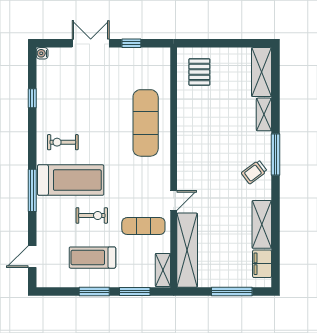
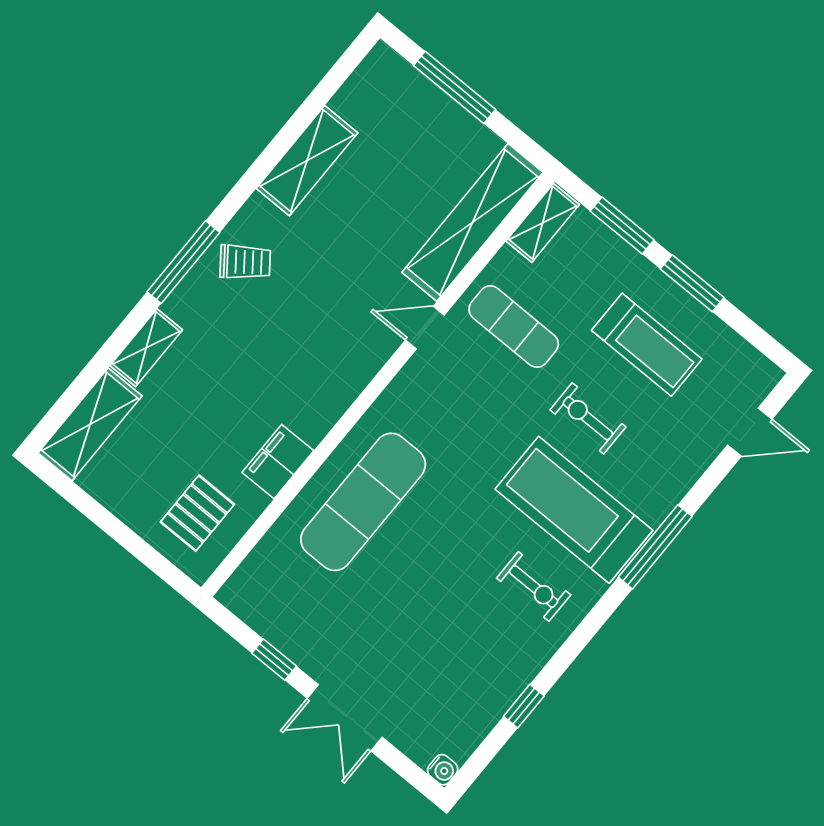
filing cabinet: (262, 264) -> (278, 462), moved, turned 180

